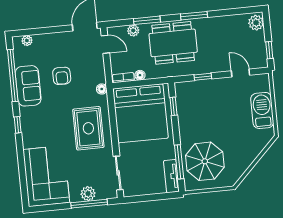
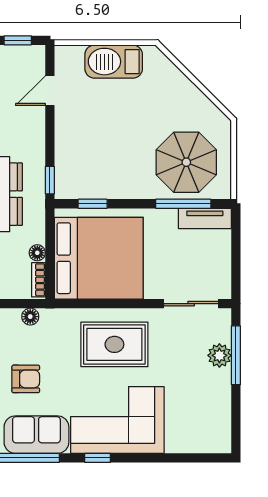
window: (203, 77) -> (50, 180), moved
floor lamp: (102, 89) -> (30, 317), moved
corner sofa: (46, 176) -> (117, 420), moved

